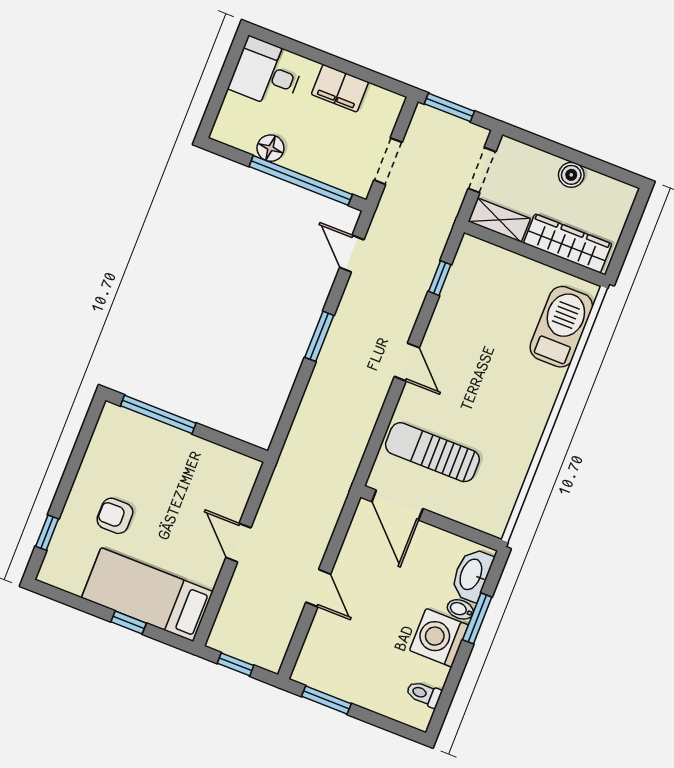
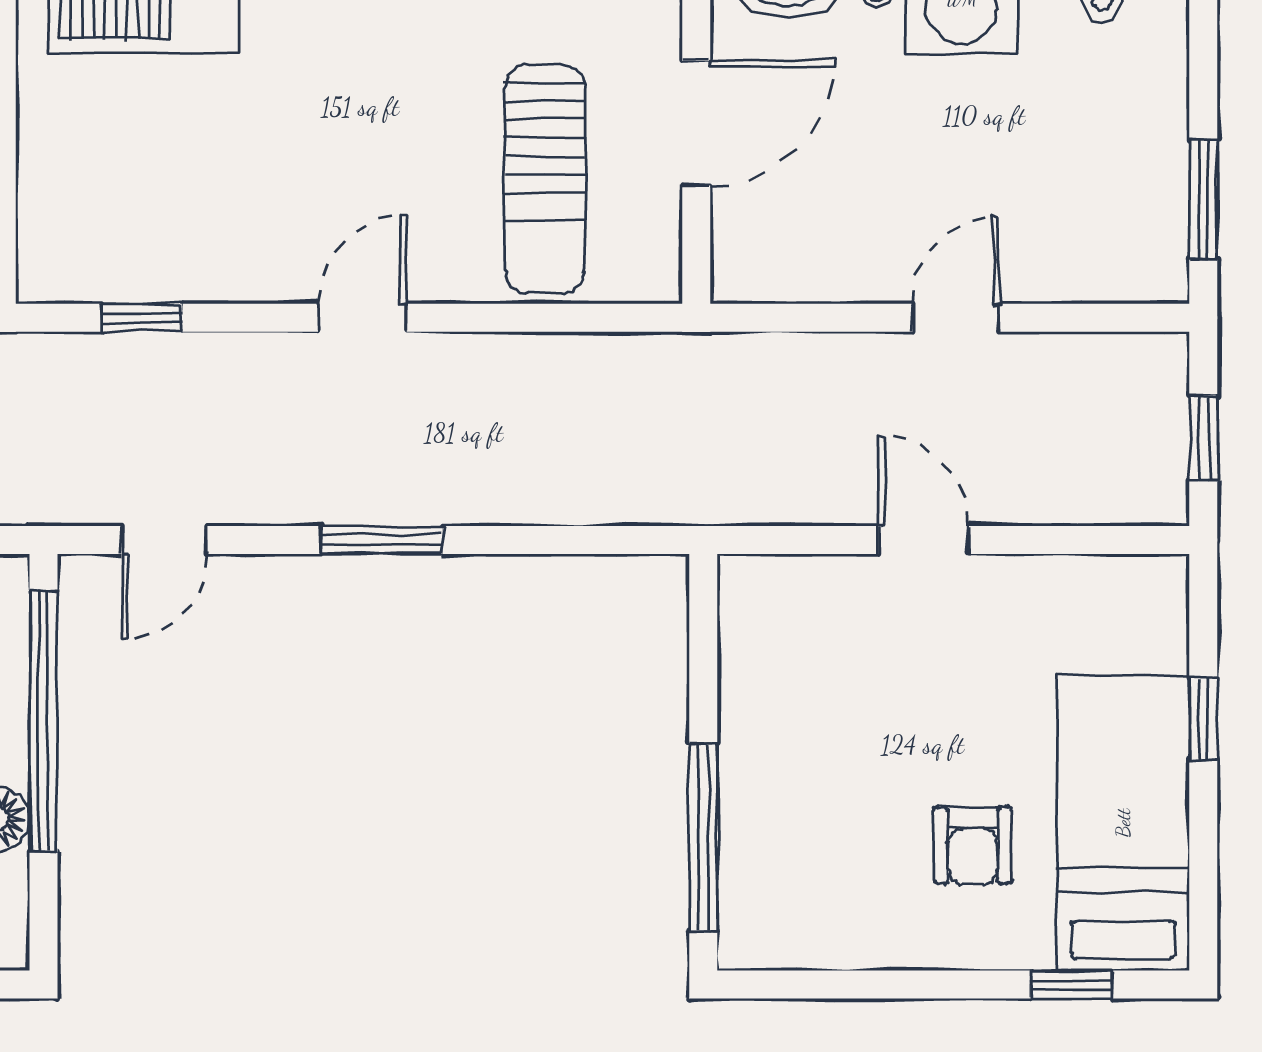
door: (397, 505) -> (696, 123), moved
door: (238, 543) -> (924, 540), swing flipped
bed: (147, 595) -> (1123, 823), moved, turned 180

